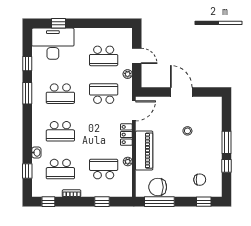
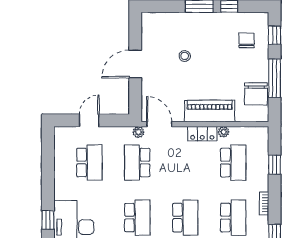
plant: (128, 74) -> (138, 132), moved
locker: (126, 135) -> (202, 134), moved
school desk: (104, 169) -> (233, 163), turned 180
window: (159, 202) -> (275, 78), moved

